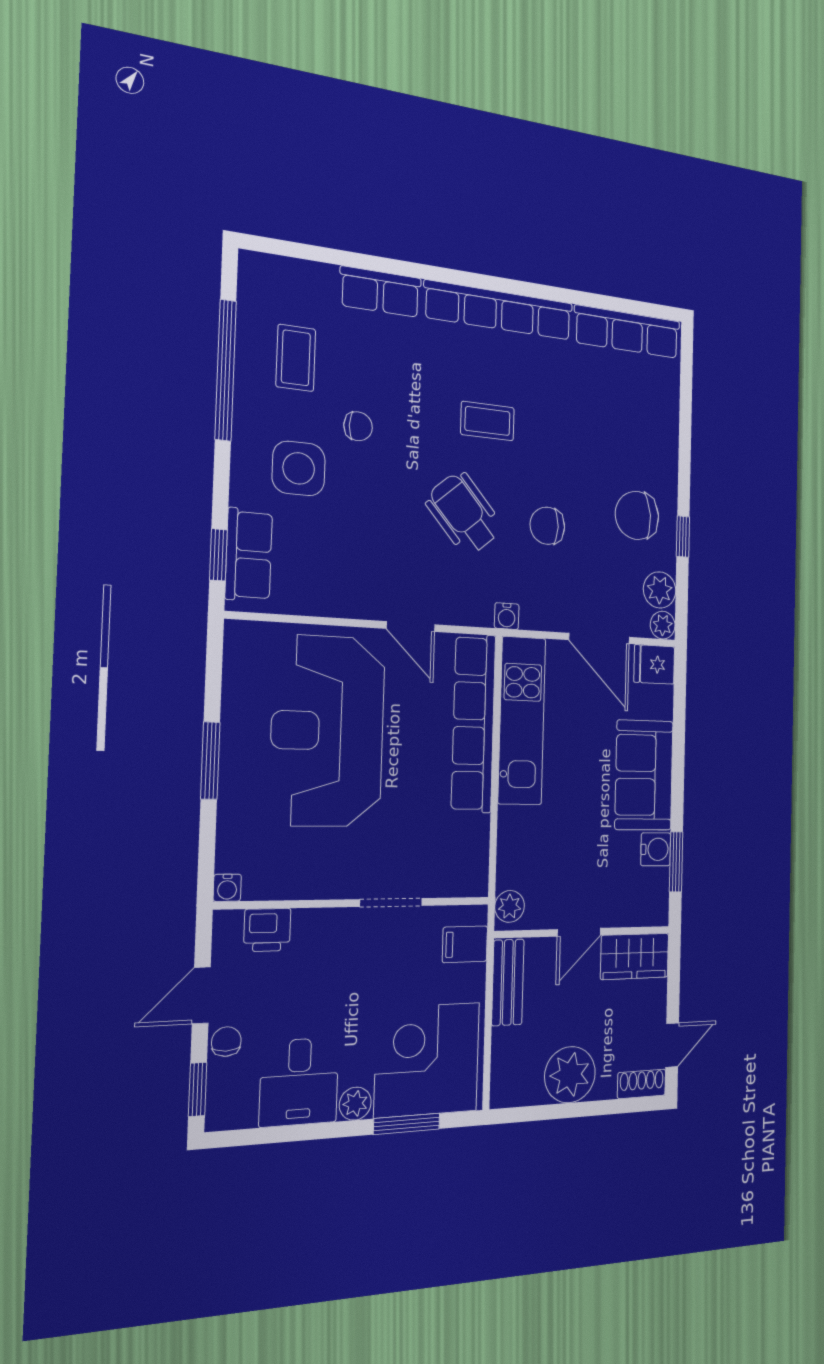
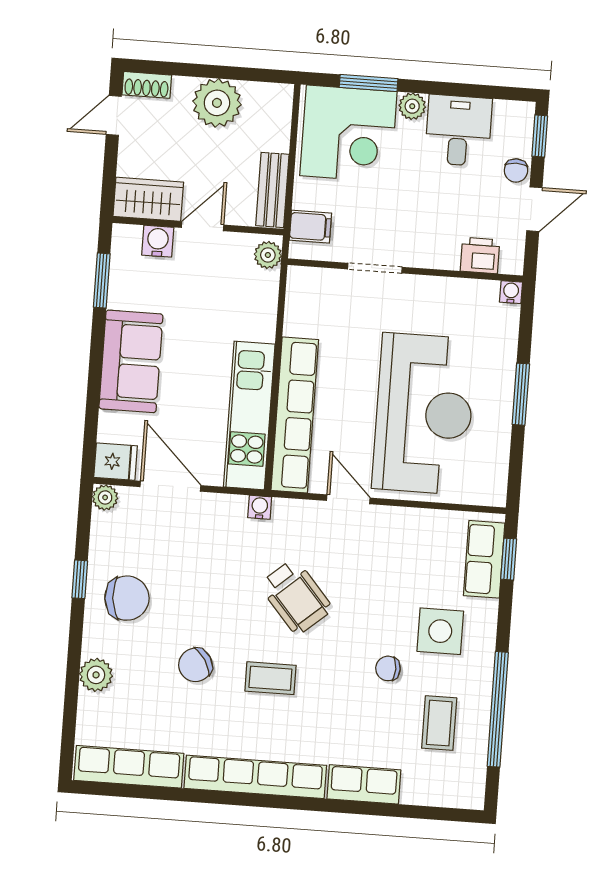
chair: (547, 526) -> (195, 665), moved, turned 148
plant: (660, 590) -> (96, 675), moved
water cooler: (656, 849) -> (158, 241), moved, turned 90

